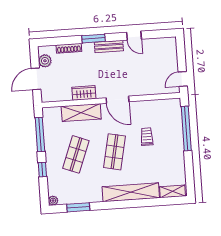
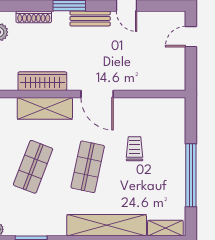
door: (183, 79) -> (191, 37), moved
wardrobe: (84, 93) -> (42, 81), width x1.50
window: (186, 129) -> (191, 175), moved

